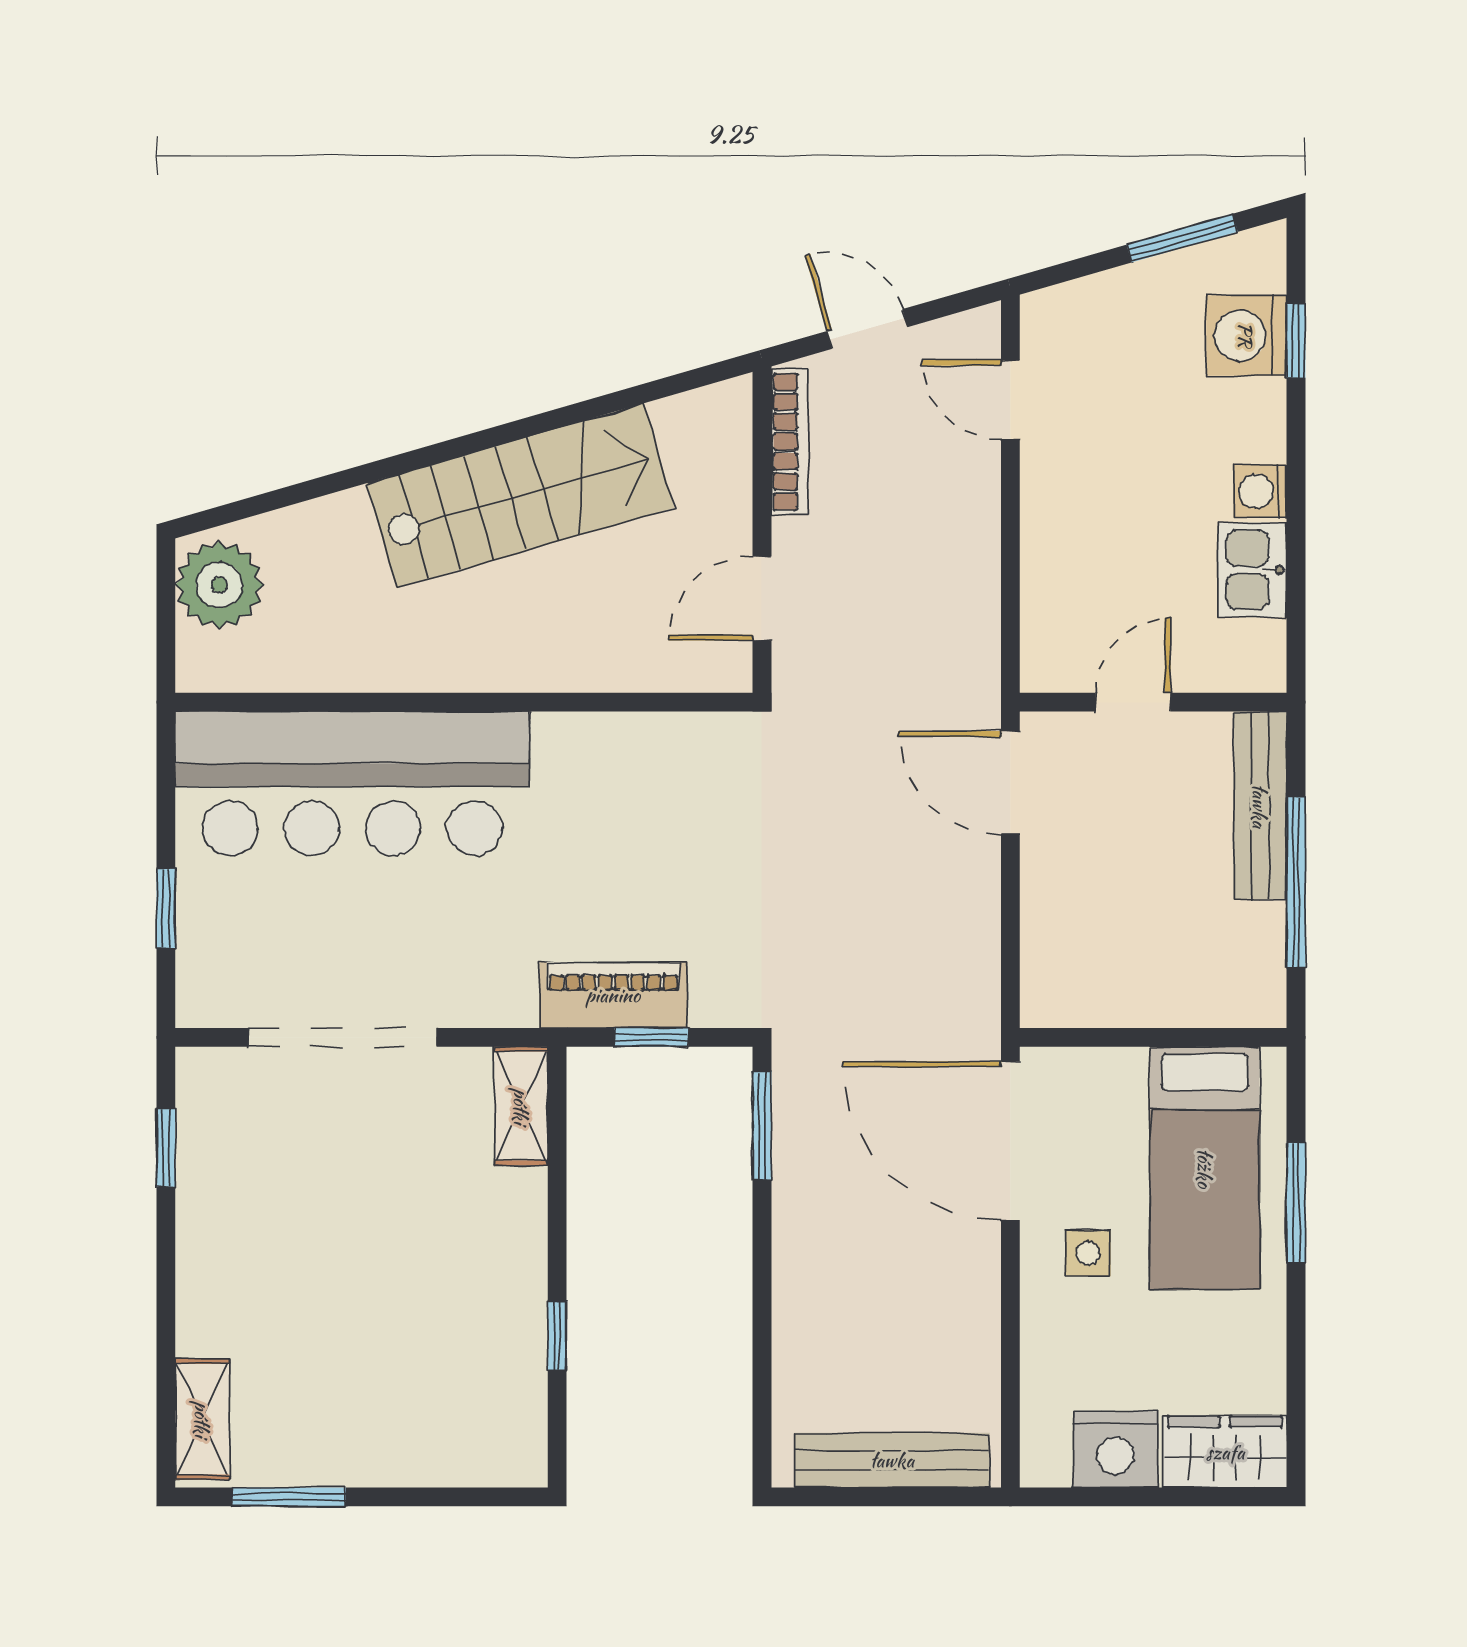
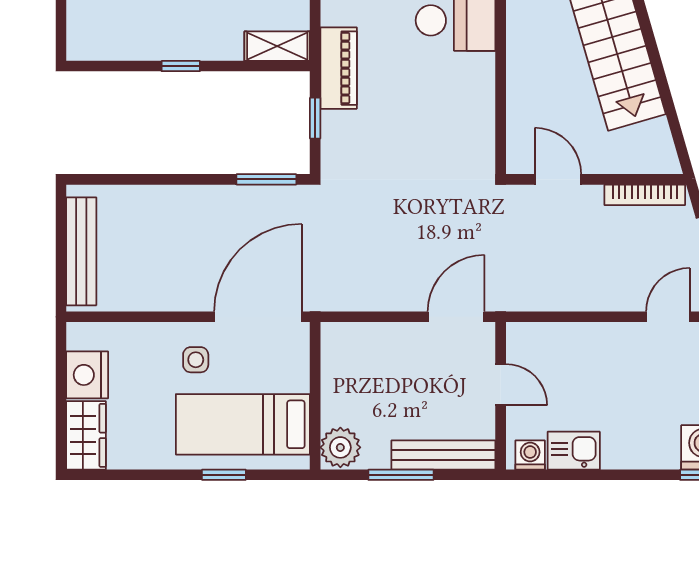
washing machine: (1260, 491) -> (530, 455), moved
window: (1296, 882) -> (401, 475), width x0.69
plant: (1247, 992) -> (340, 447), added
piano: (613, 995) -> (339, 68), moved
window: (1296, 1202) -> (224, 475), width x0.67
window: (557, 1336) -> (181, 66), moved

